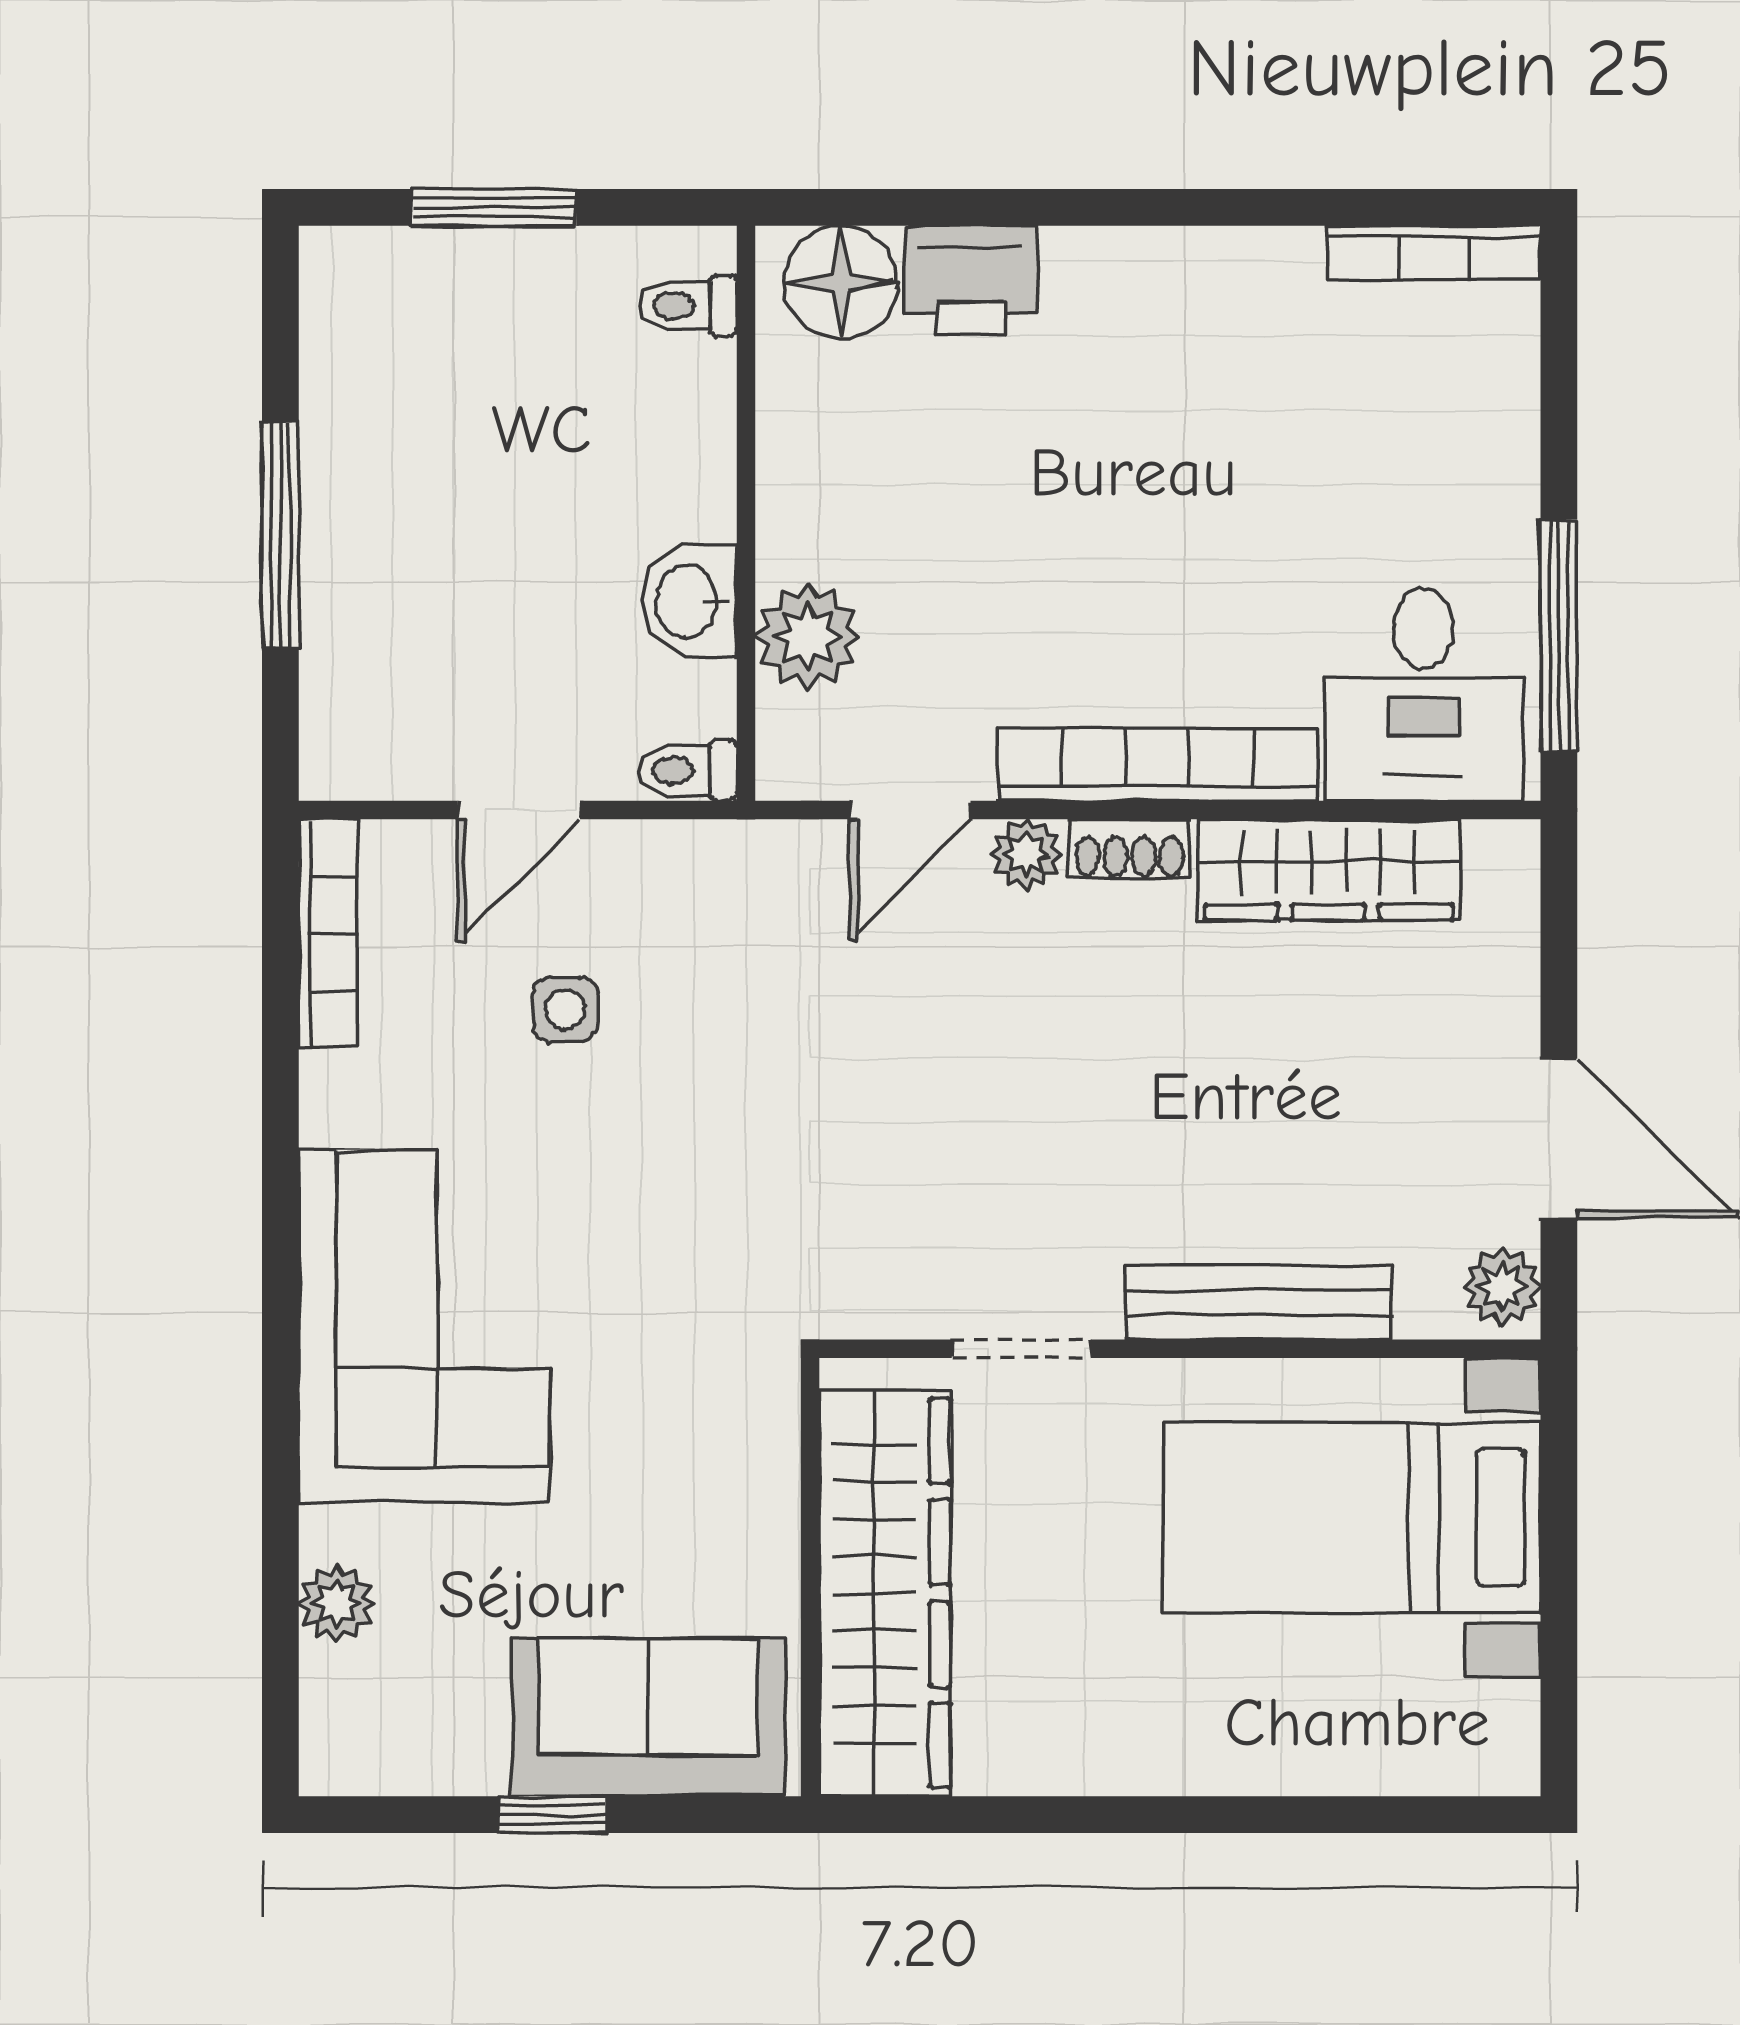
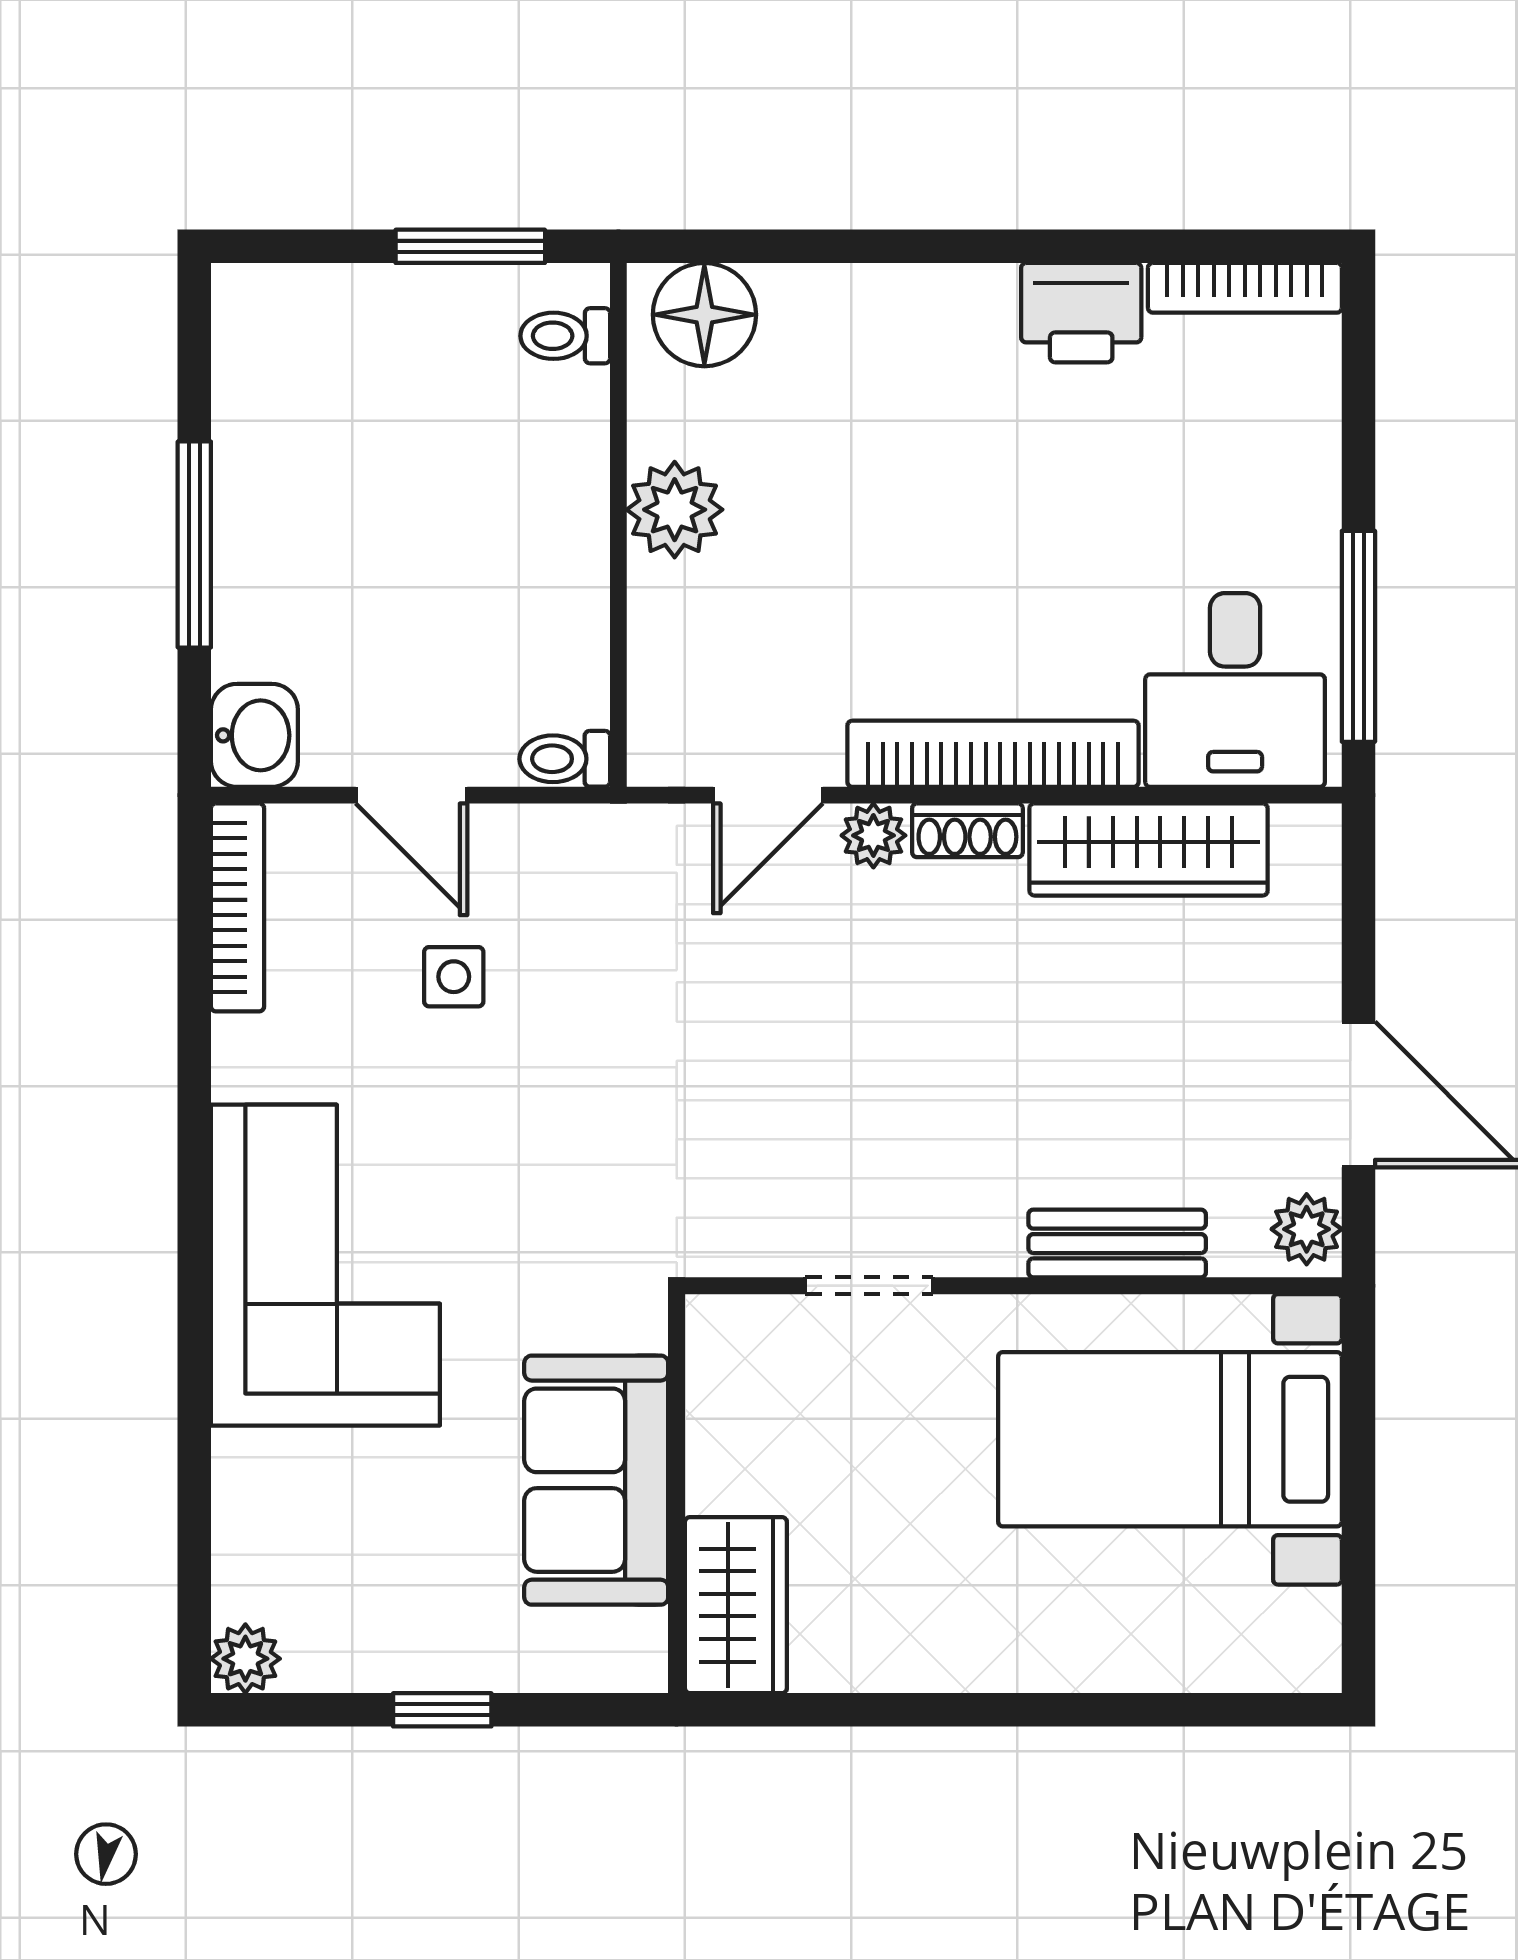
window: (494, 207) -> (470, 246), moved
printer: (971, 280) -> (1081, 313), moved
washbasin: (689, 601) -> (254, 735), moved, turned 180
plant: (808, 637) -> (675, 510), moved
door: (519, 810) -> (411, 795), hinge flipped
bench: (1258, 1302) -> (1117, 1244), width x0.73
wardrobe: (885, 1593) -> (736, 1605), width x0.48, depth x0.85
plant: (337, 1604) -> (245, 1659), moved
sofa: (648, 1717) -> (596, 1480), moved, turned -90

